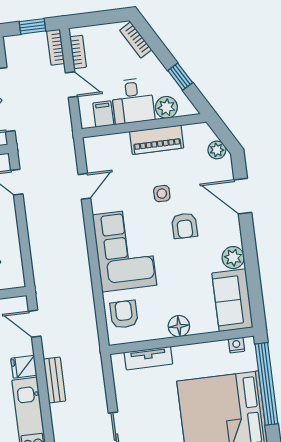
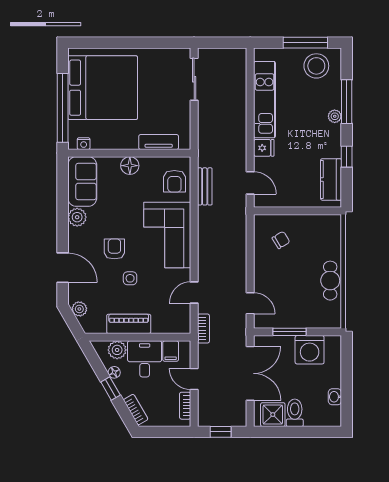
bookcase: (56, 47) -> (203, 328), moved
window: (180, 77) -> (111, 388), moved
floor lamp: (167, 81) -> (114, 372), added
bench: (55, 380) -> (205, 186), moved

